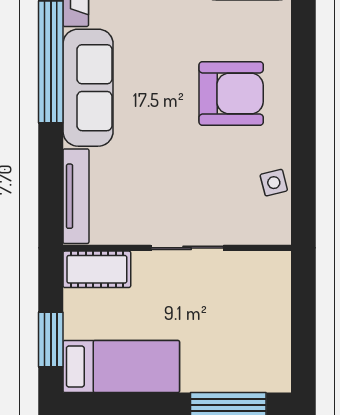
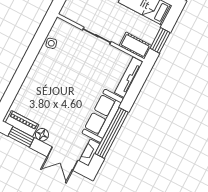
armchair: (231, 93) -> (50, 85), removed
window: (51, 340) -> (160, 40), moved

